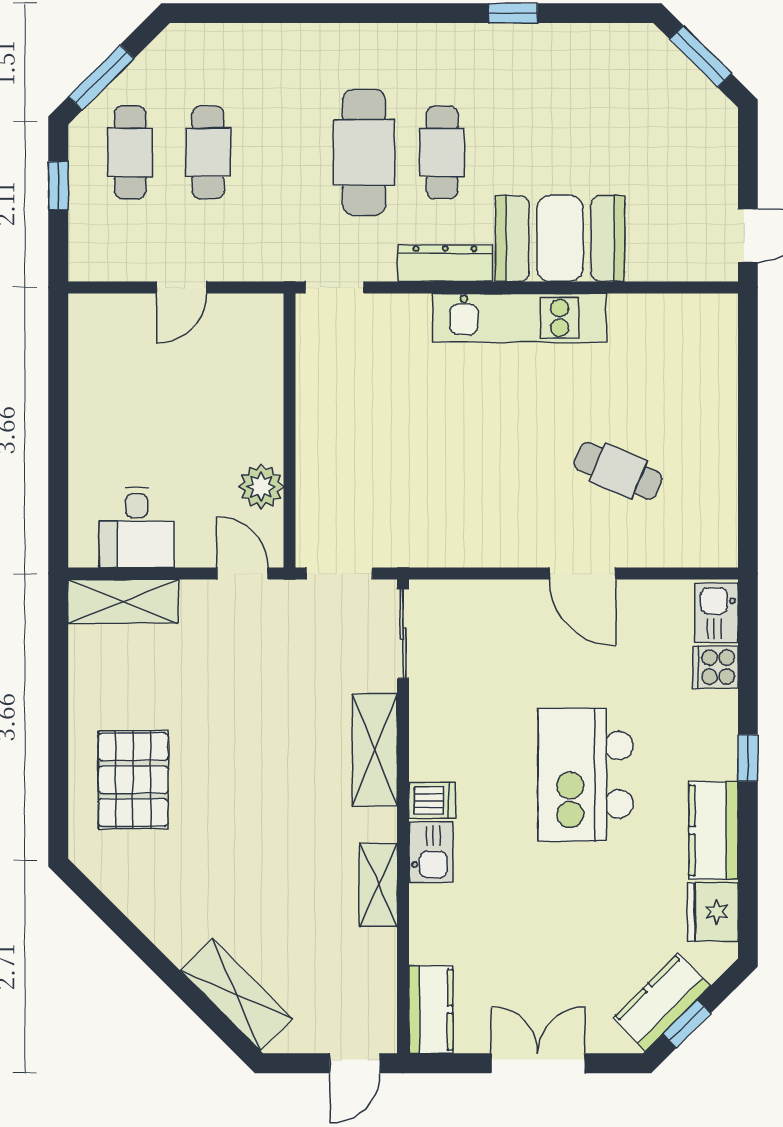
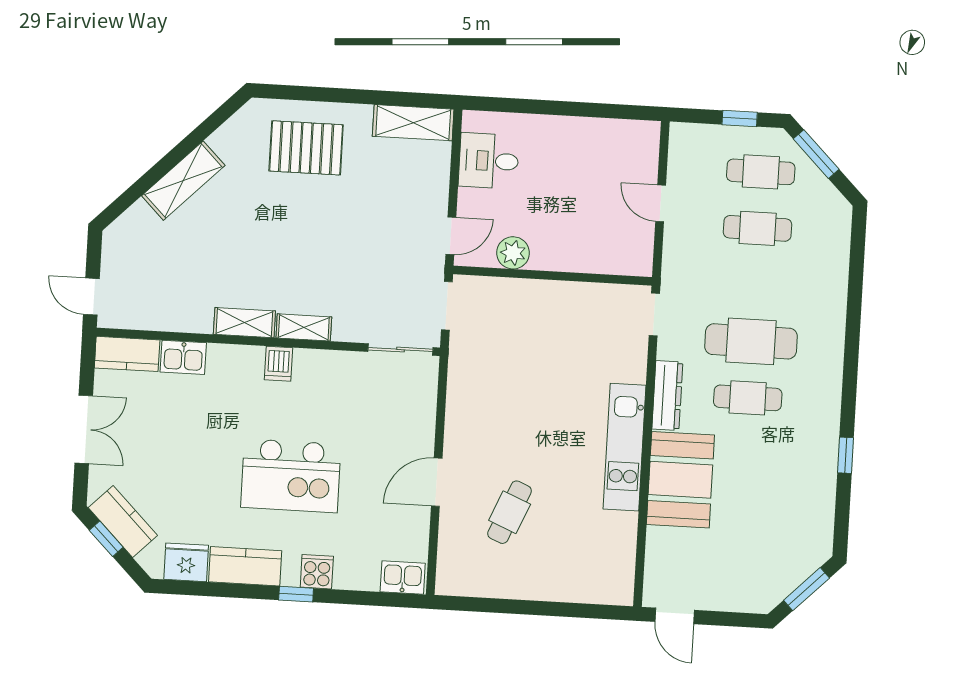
shelving: (123, 601) -> (413, 123), moved, turned 90
cooker: (715, 667) -> (317, 572), moved
shelving: (375, 750) -> (304, 327), width x0.67, depth x0.75
kitchen island: (585, 775) -> (291, 476), turned 180
kitchen sink: (431, 852) -> (183, 357), moved
shelving: (378, 885) -> (244, 323), moved
shelving: (236, 995) -> (183, 181), moved

